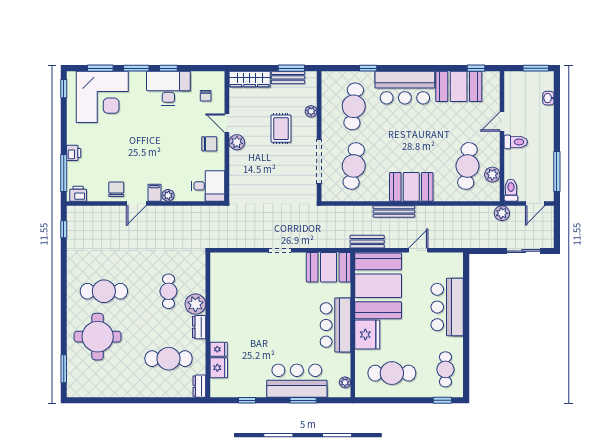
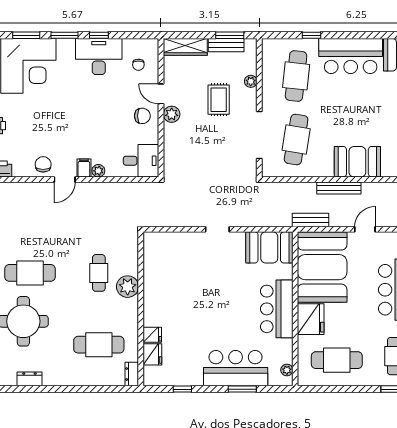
dresser: (199, 327) -> (29, 379), moved, turned 90

